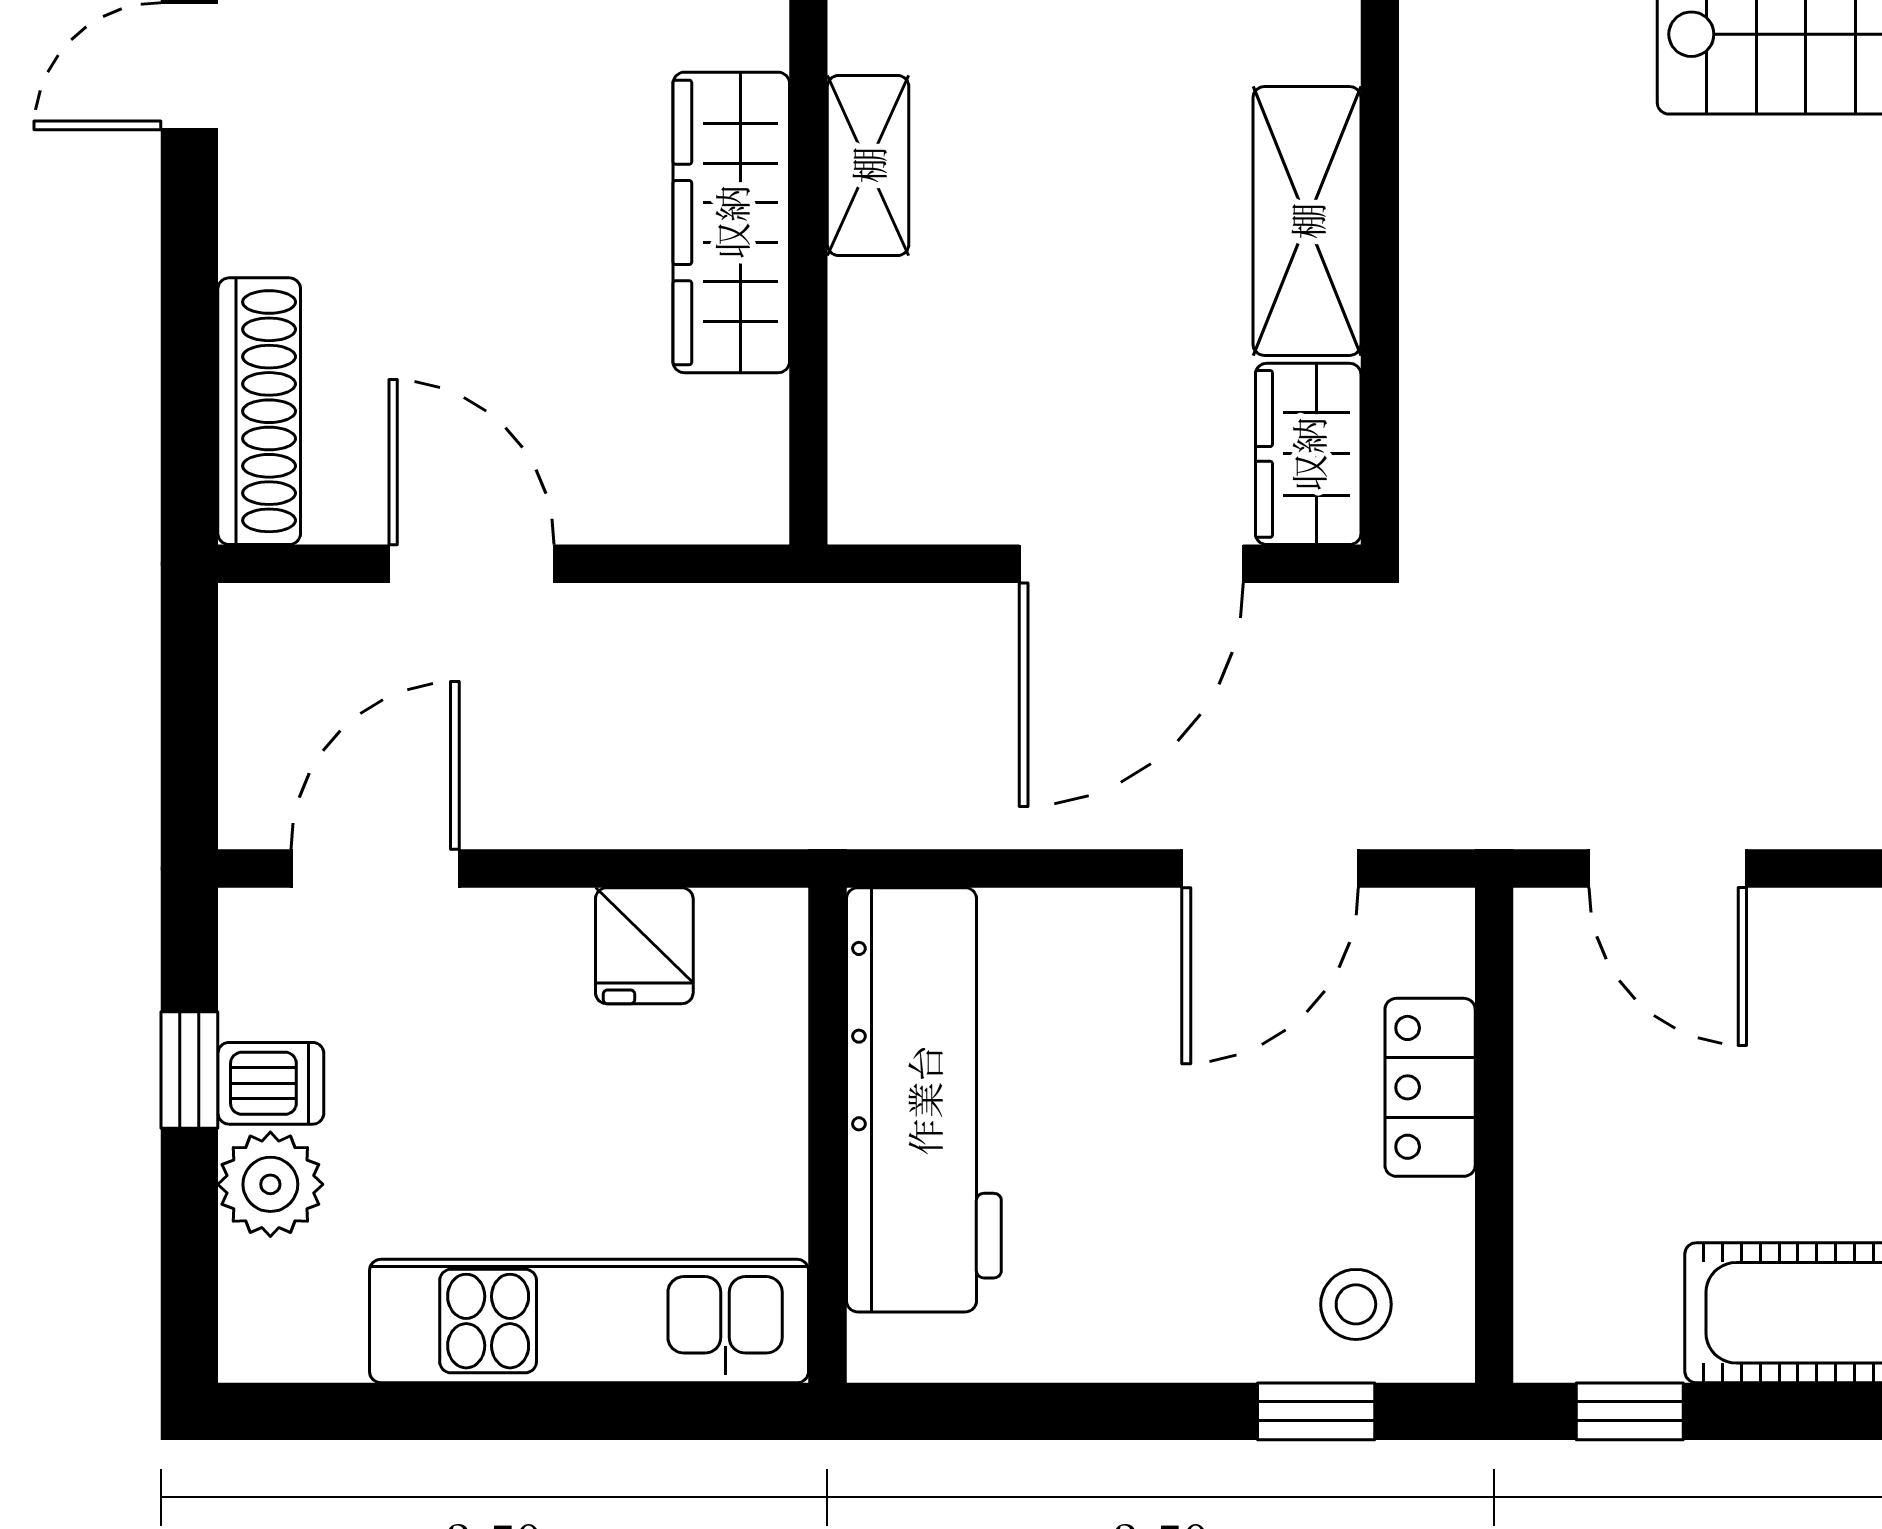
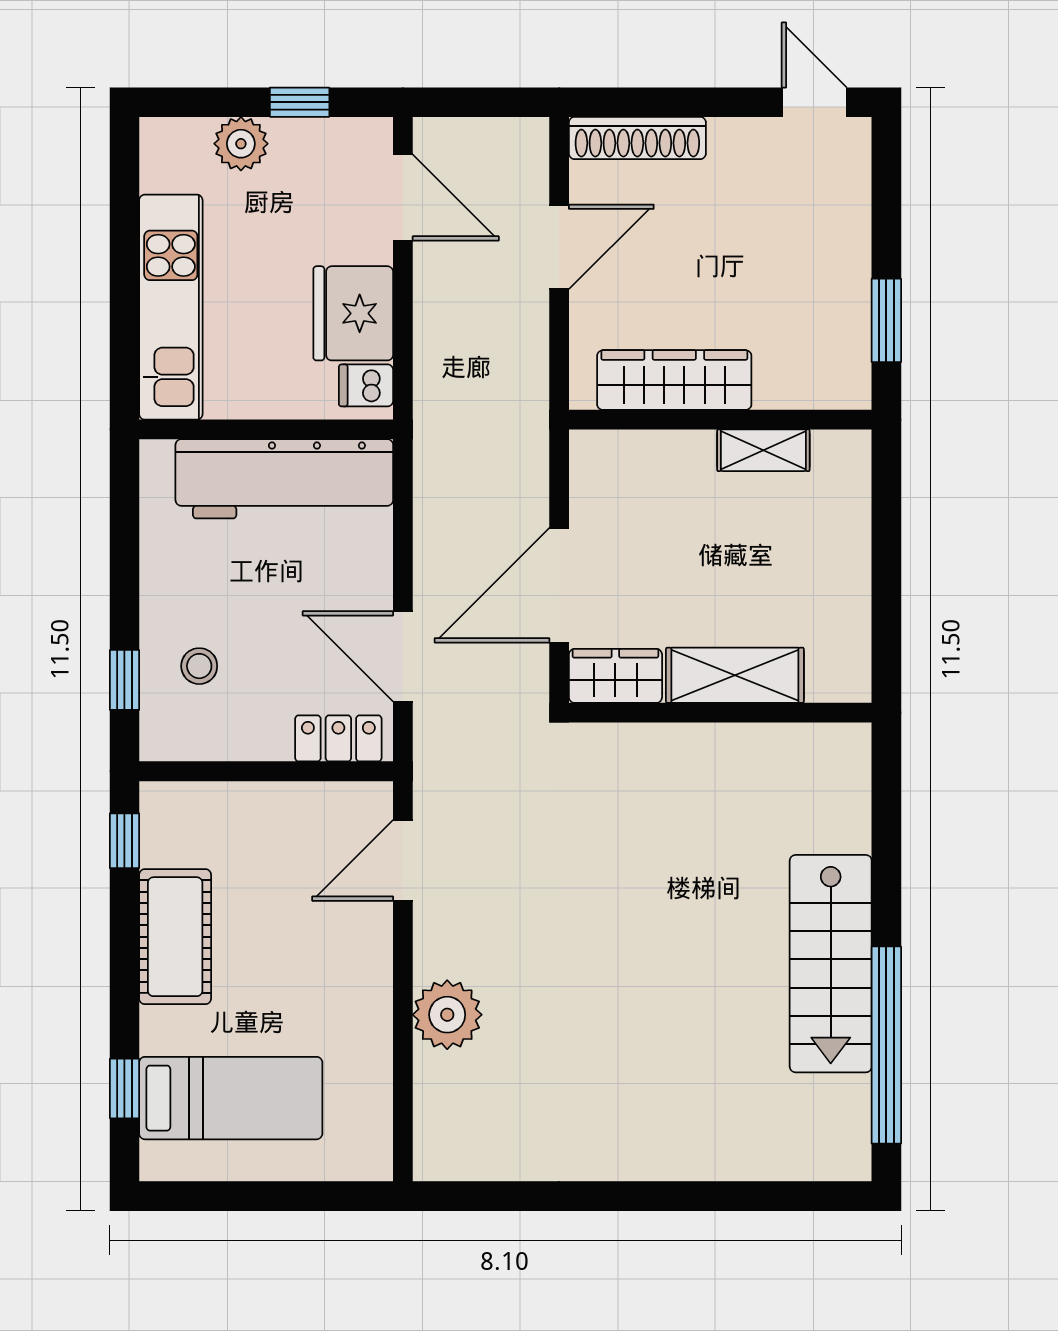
wardrobe: (731, 222) -> (674, 380), moved
door: (1131, 564) -> (559, 585), hinge flipped
fridge: (644, 946) -> (353, 313), width x1.88, depth x1.34
dishwasher: (271, 1083) -> (366, 385), moved, turned 90
locker: (1430, 1087) -> (338, 738), moved
stool: (1356, 1304) -> (199, 666), moved

